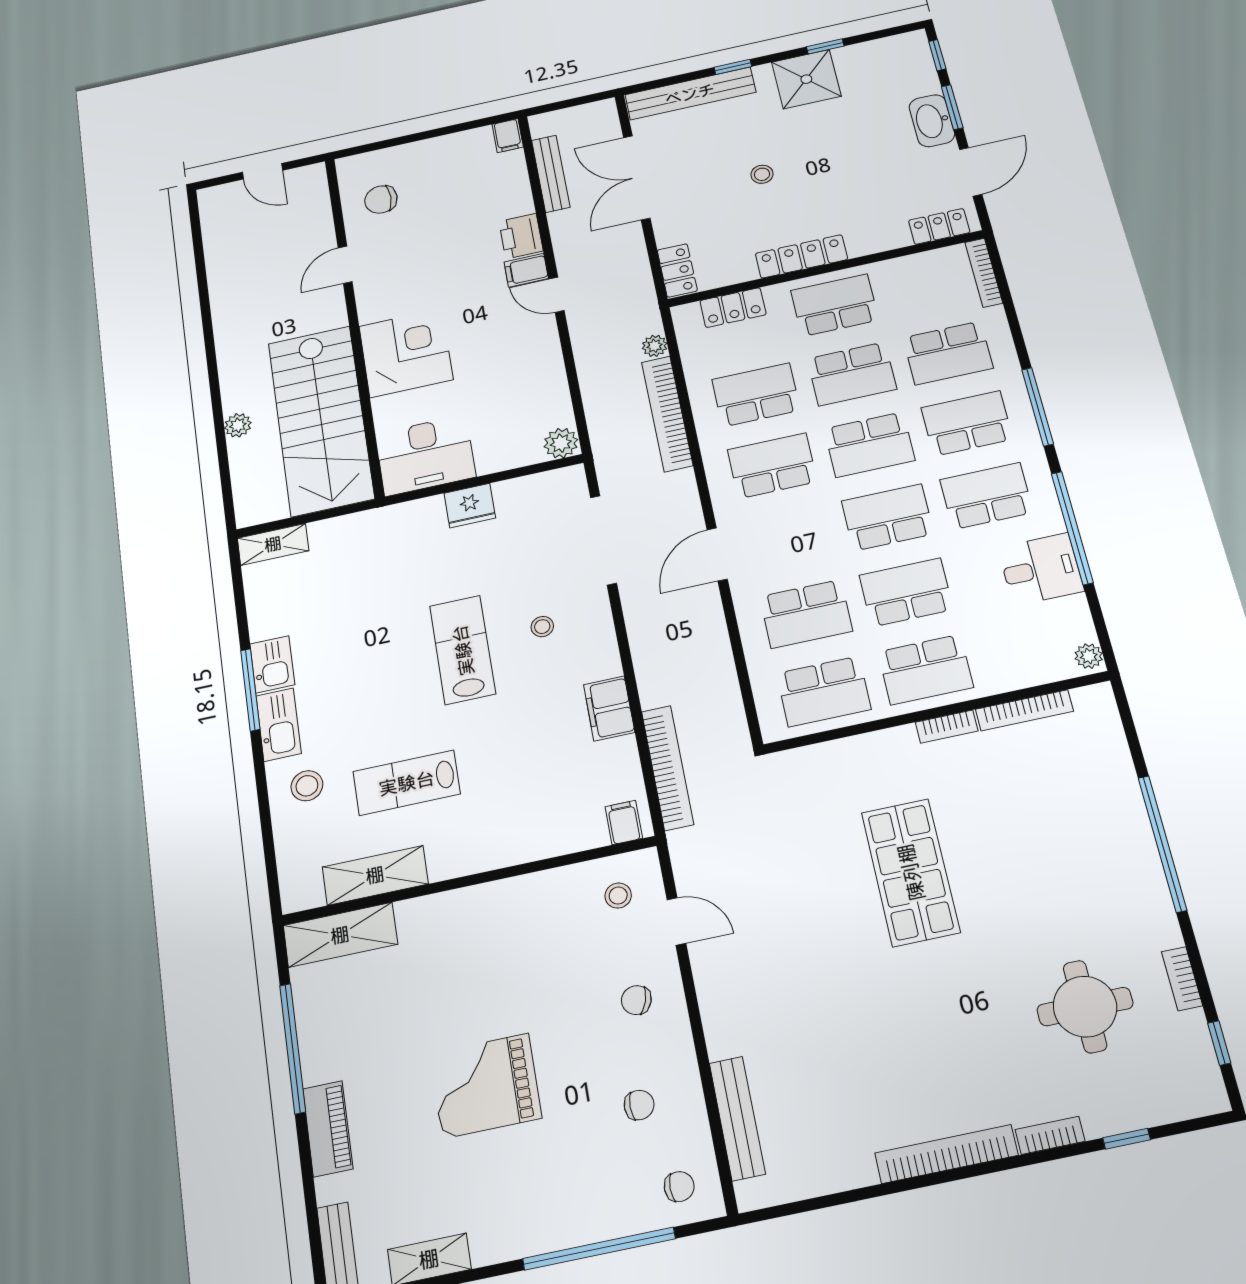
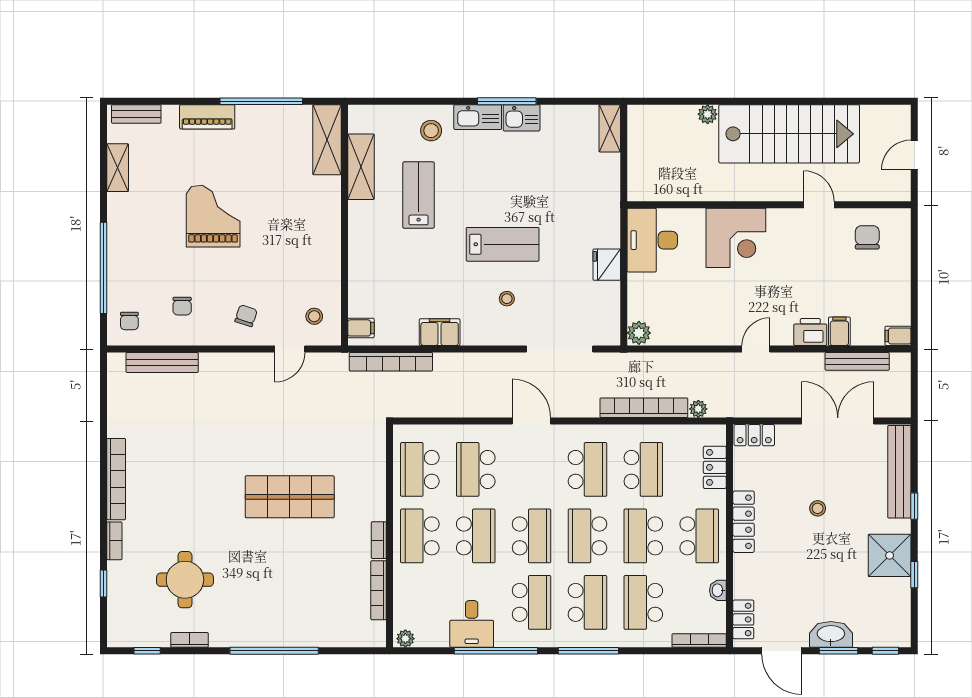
washbasin: (906, 266) -> (718, 590), added
filing cabinet: (526, 270) -> (839, 331), moved
stairs: (321, 420) -> (789, 134), moved, turned 180

